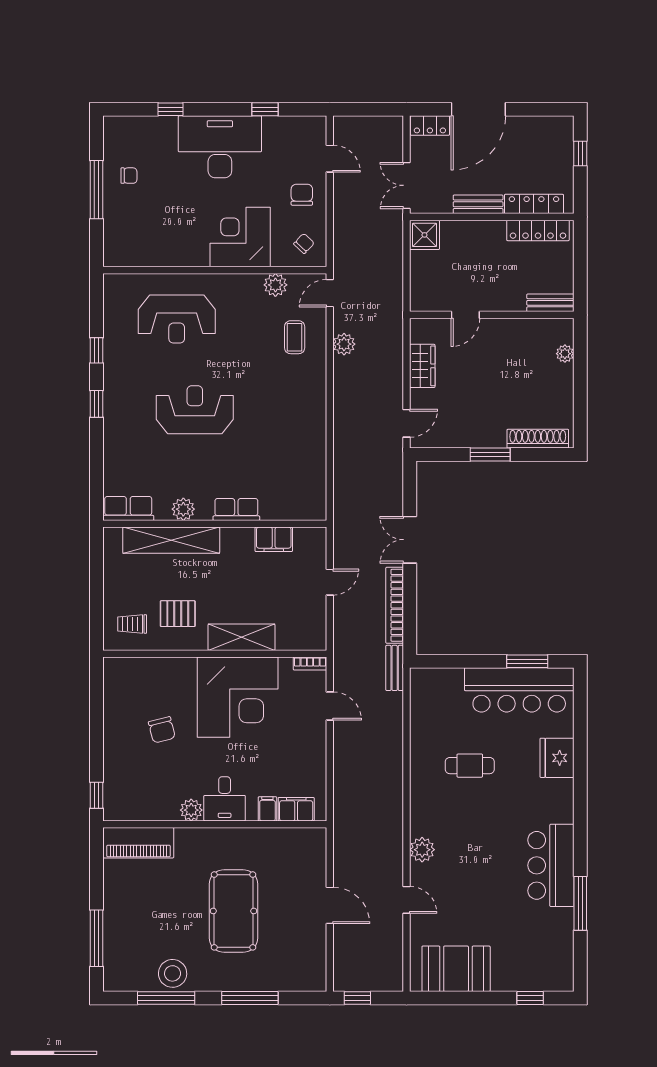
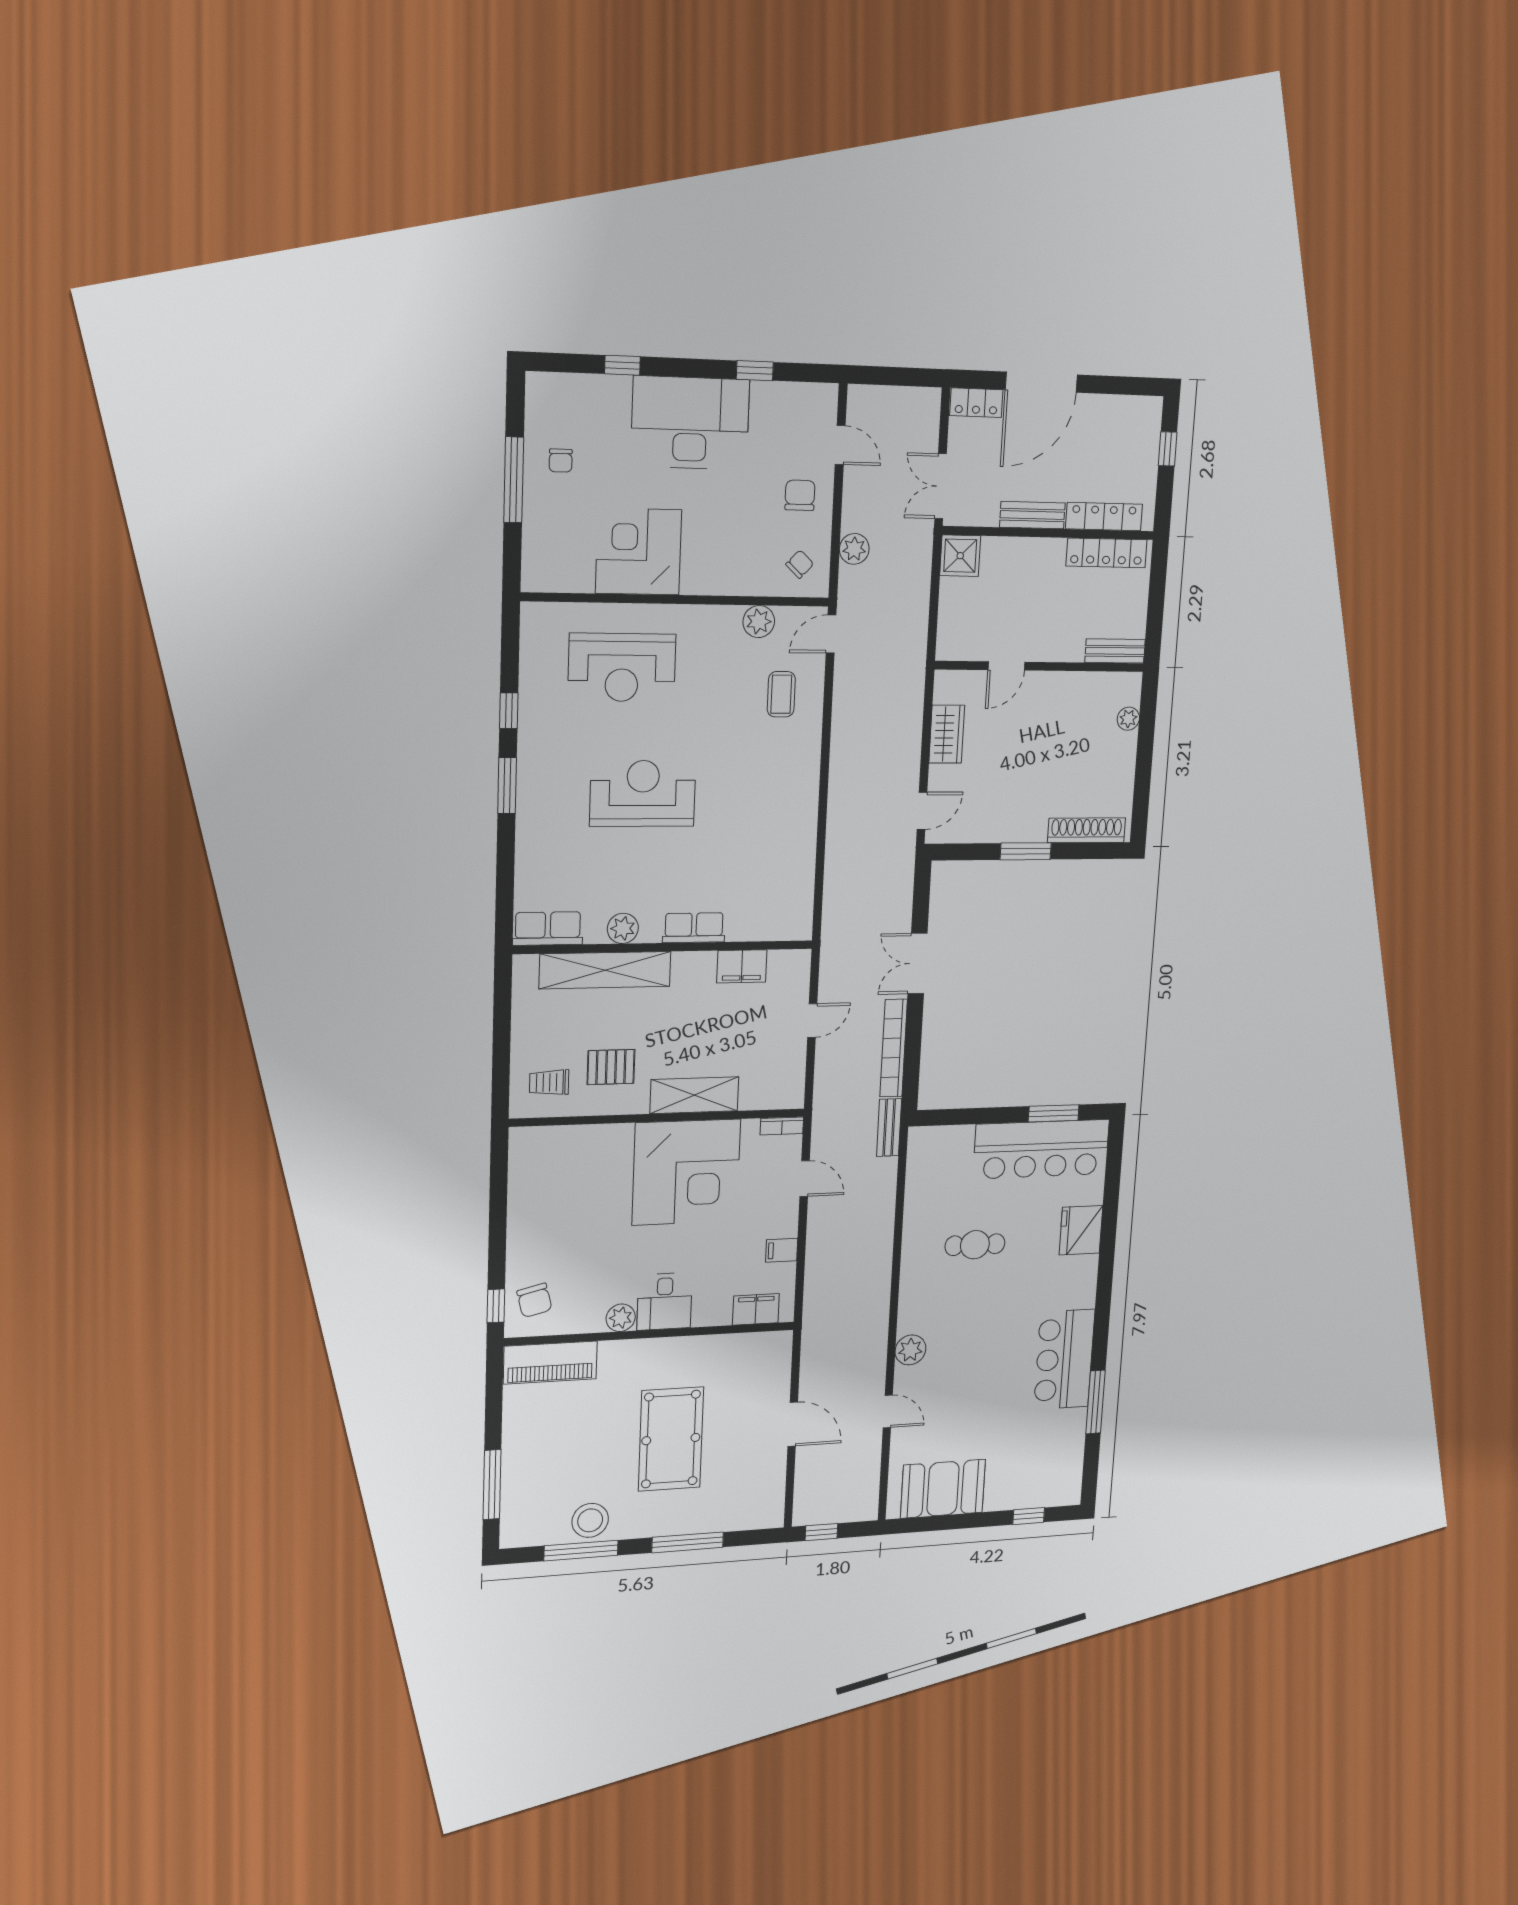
chair: (129, 176) -> (561, 461), turned 90
corner desk: (240, 237) -> (639, 552), moved
plant: (344, 344) -> (854, 549), moved
window: (96, 404) -> (507, 786), width x1.50
chair: (162, 730) -> (534, 1300), moved
filing cabinet: (267, 809) -> (782, 1250), moved, turned -90

